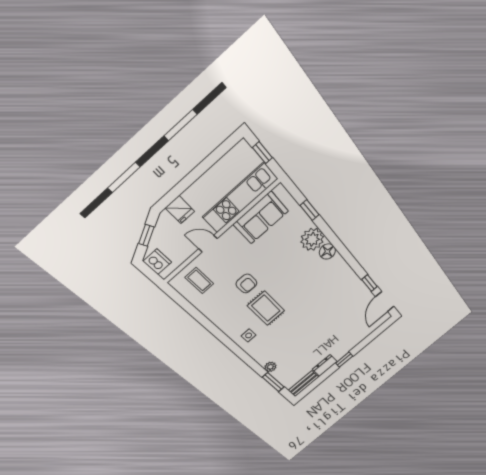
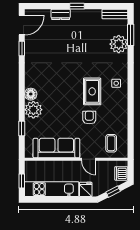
kitchen unit: (240, 198) -> (52, 189), moved, turned 180
sofa: (261, 218) -> (56, 148), width x1.36
dresser: (325, 365) -> (61, 14), moved
plant: (270, 367) -> (119, 44), width x1.88, depth x1.88

